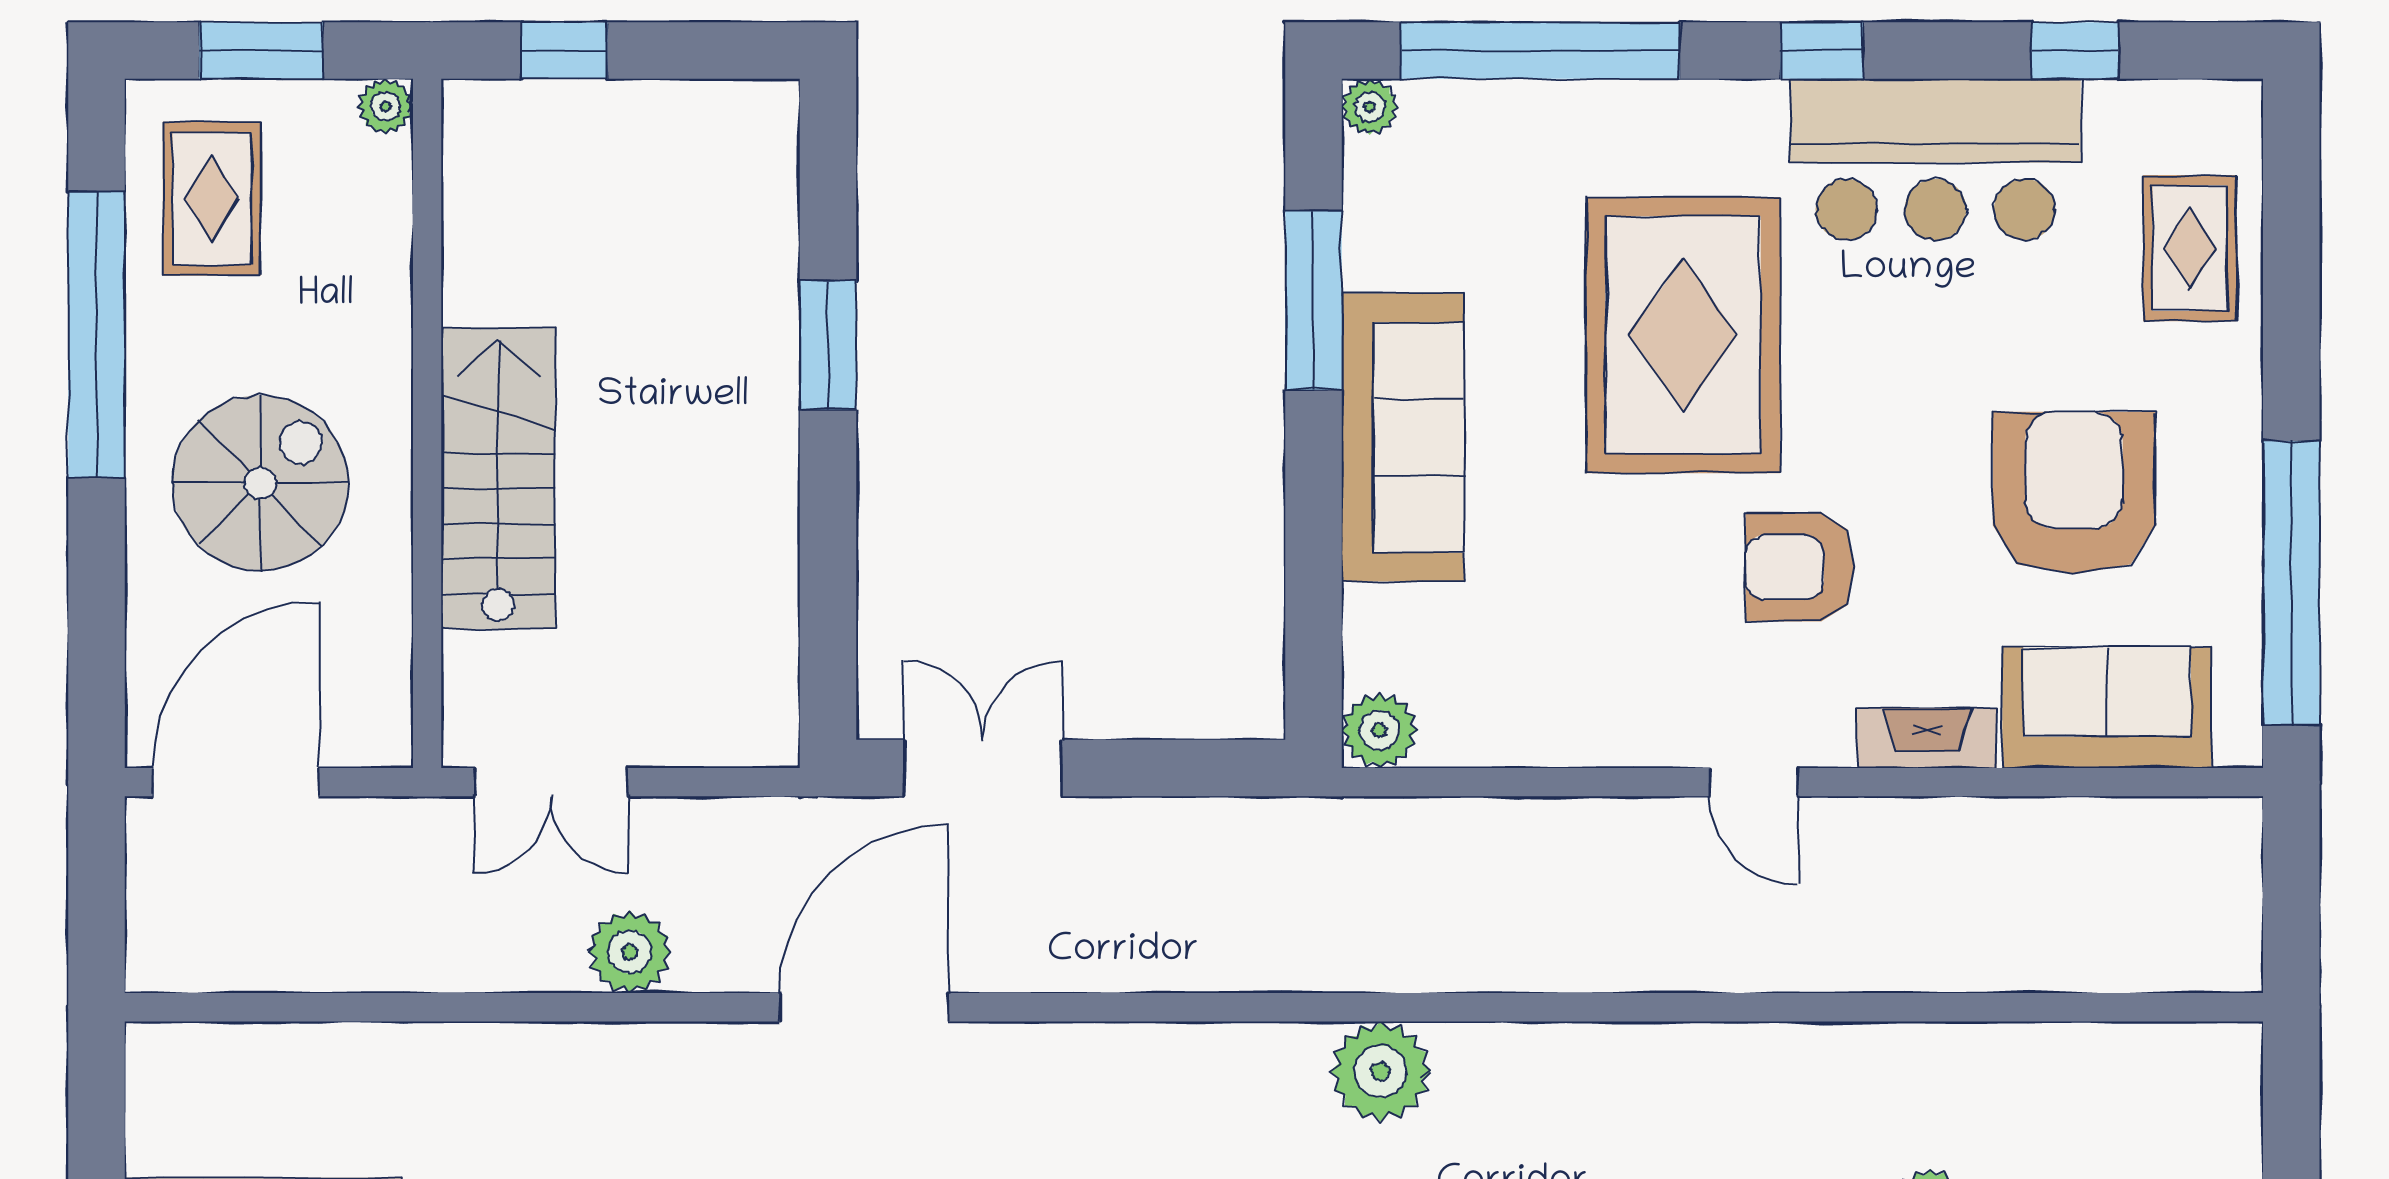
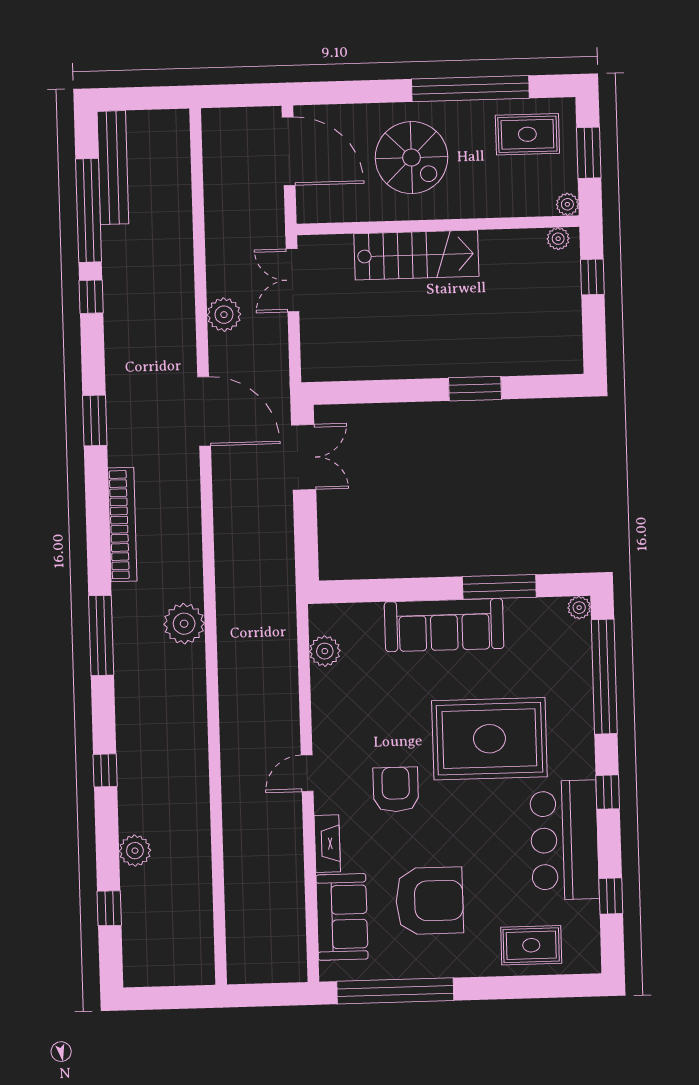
plant: (469, 131) -> (558, 239), added
plant: (1379, 730) -> (325, 651), moved

